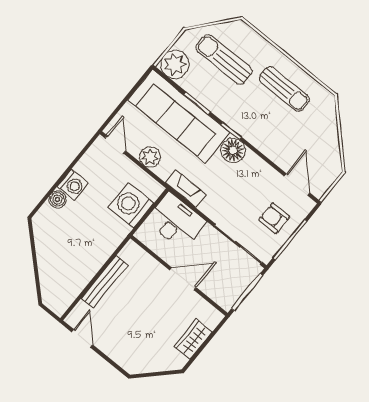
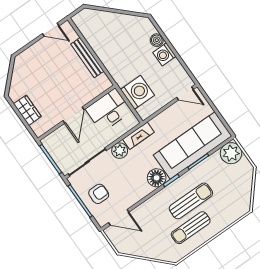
sun lounger: (224, 60) -> (191, 201), moved
plant: (150, 157) -> (120, 151), moved
desk: (176, 221) -> (108, 110), moved, turned 180

